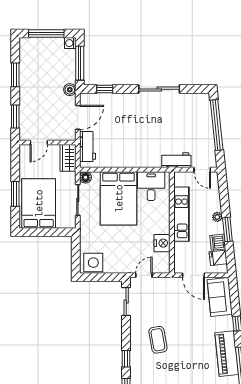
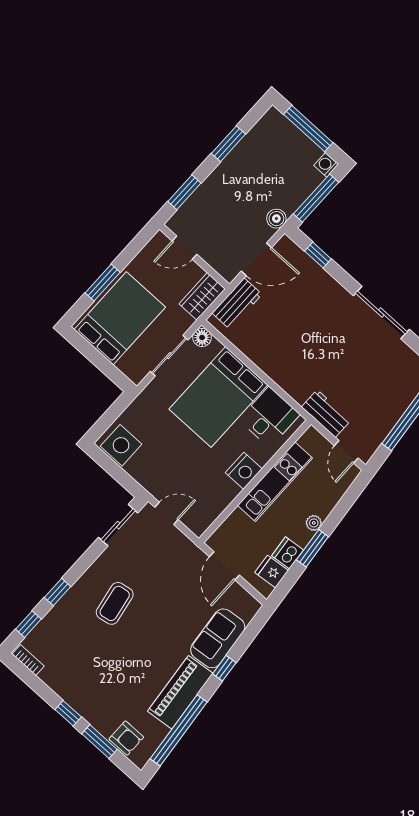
nightstand: (162, 243) -> (244, 471), moved
sofa: (220, 297) -> (218, 638), moved

